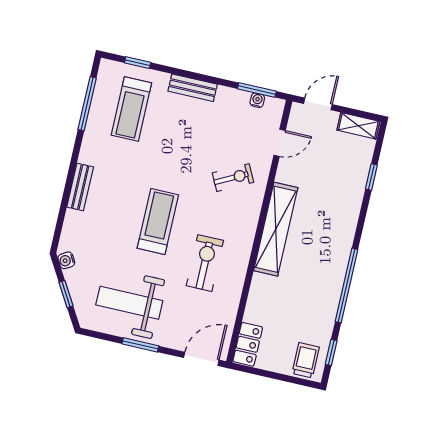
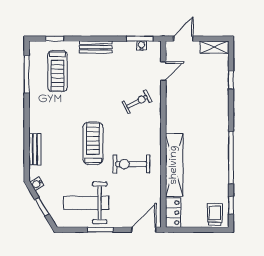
bench: (80, 187) -> (35, 149), moved
shelving: (276, 229) -> (174, 165), moved
exercise bike: (205, 263) -> (131, 164), turned -90

